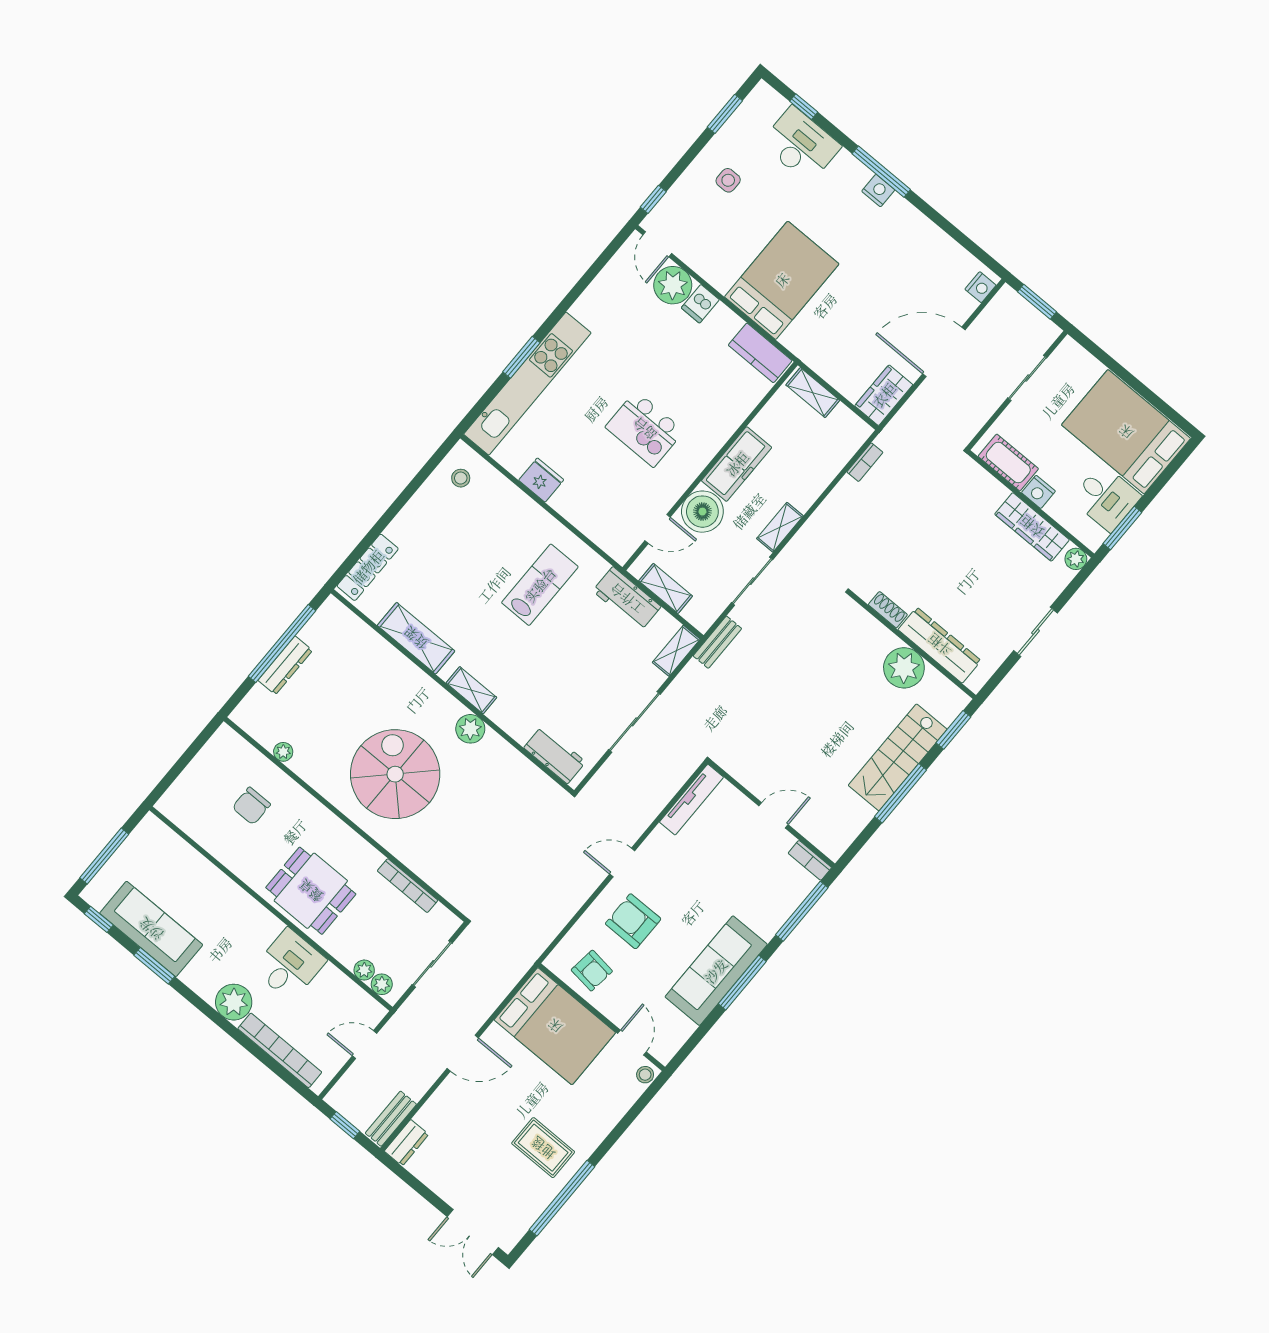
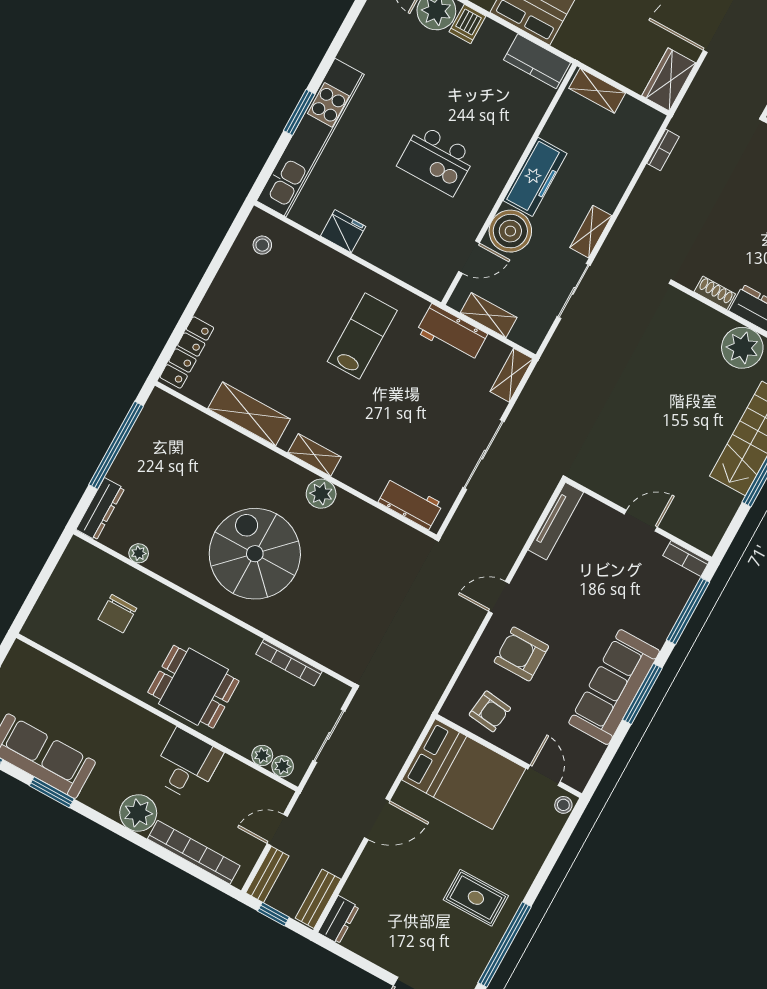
bench: (717, 642) -> (267, 874), moved
dresser: (285, 665) -> (100, 509), moved

